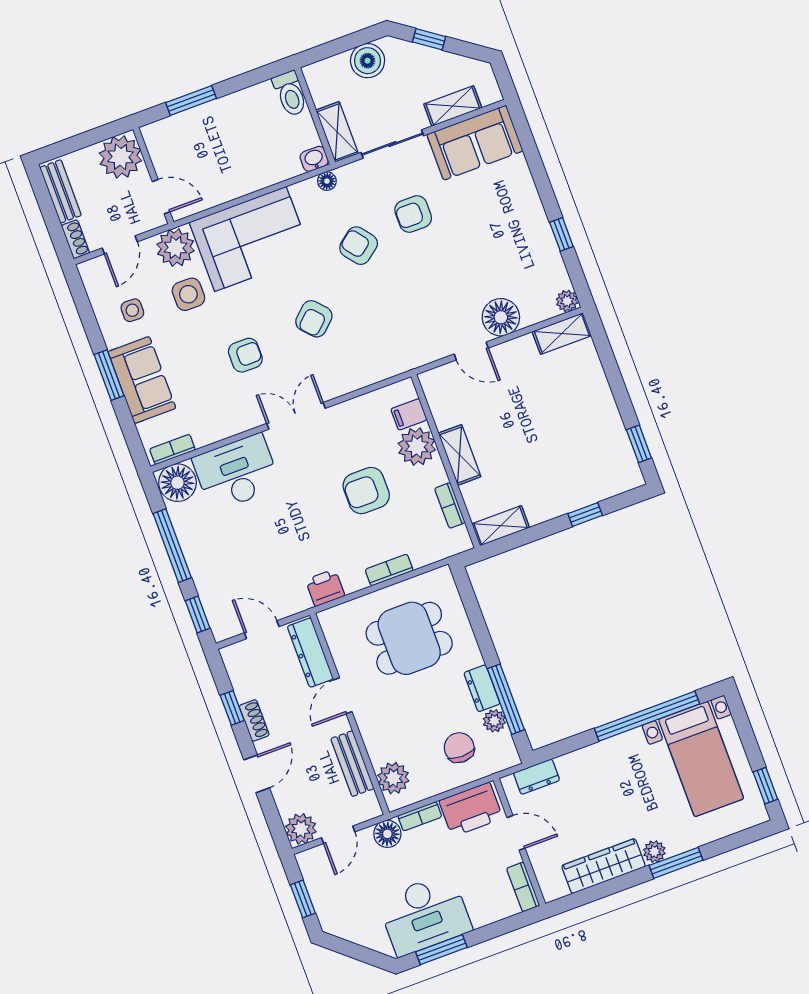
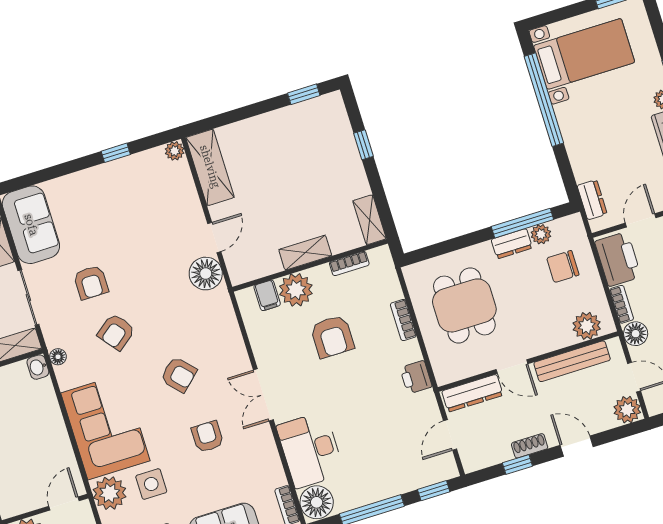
floor lamp: (501, 317) -> (206, 274), moved
shelving: (562, 334) -> (210, 167), width x1.50, depth x1.33
bench: (352, 764) -> (572, 361), width x1.36

